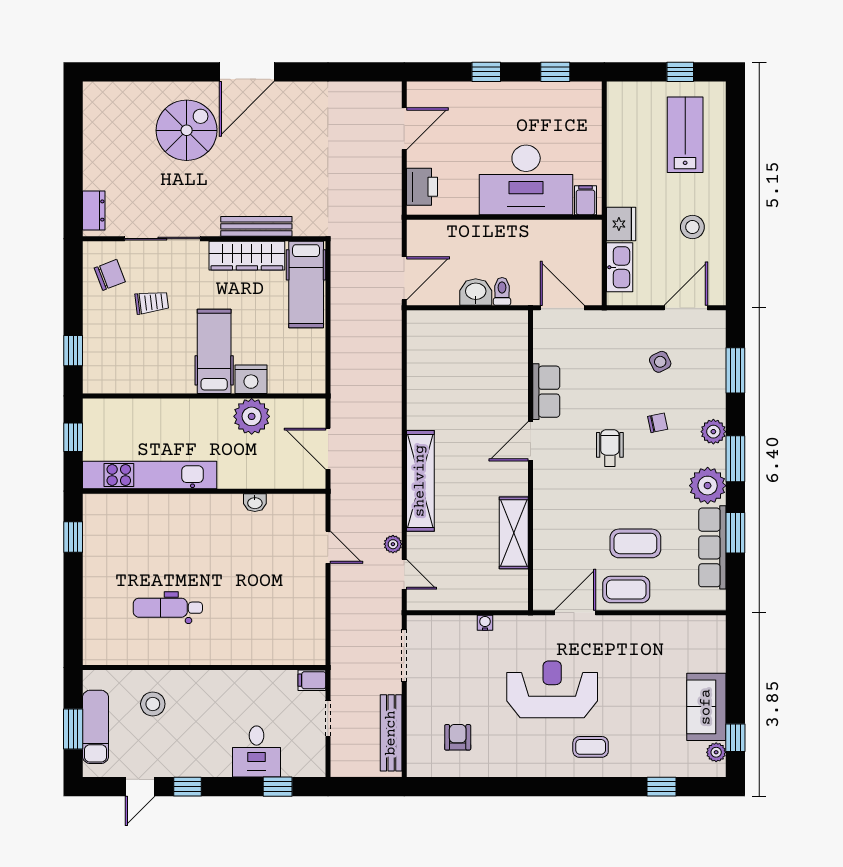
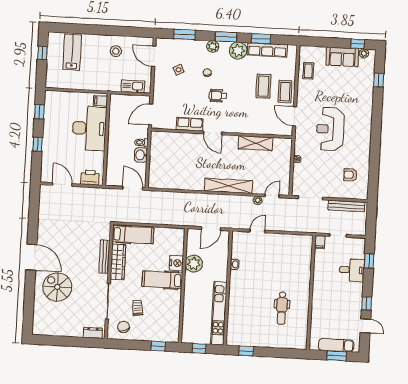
lab bench: (685, 135) -> (72, 52), turned 90
fridge: (621, 224) -> (113, 85), removed
stool: (153, 704) -> (327, 318), removed
coffee table: (591, 747) -> (308, 71), moved

